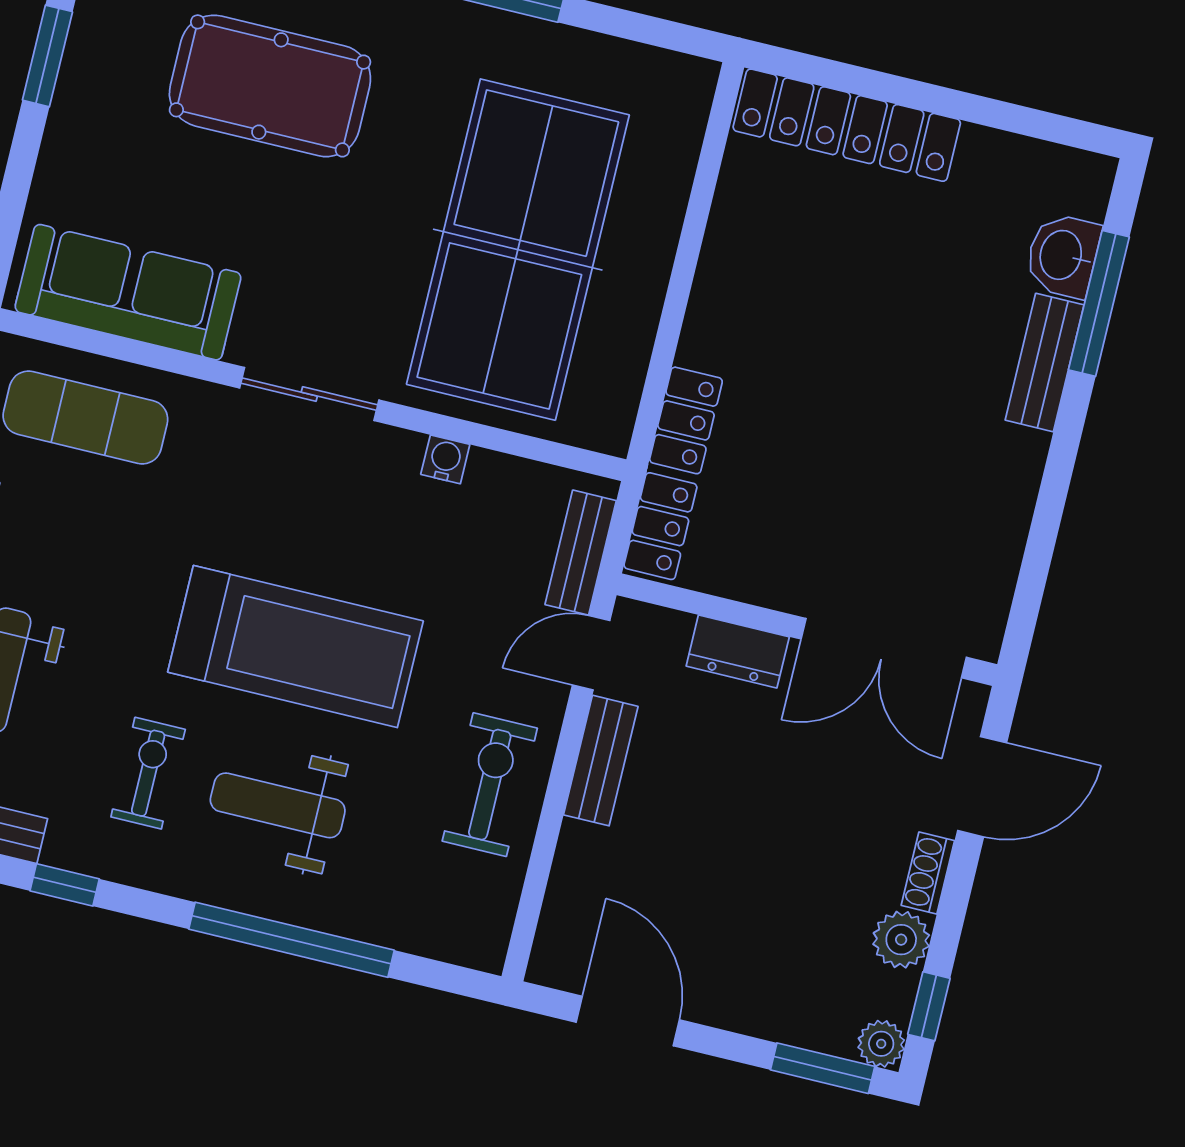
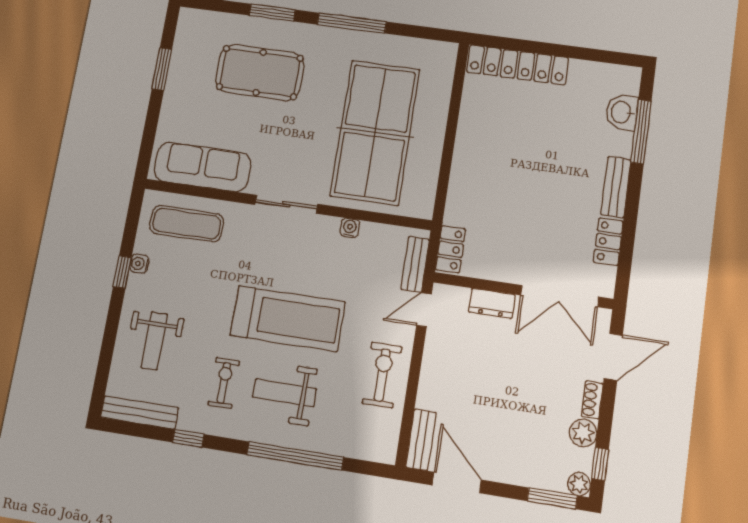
bench: (1045, 363) -> (616, 187), moved
locker: (686, 420) -> (608, 242), moved, turned 180
bench: (601, 761) -> (421, 440), moved

